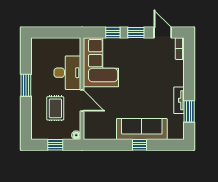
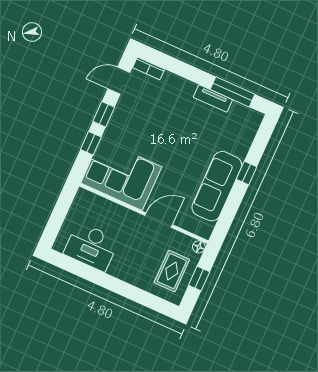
desk: (67, 73) -> (91, 247), moved, turned 180
window: (26, 85) -> (108, 282), removed
rug: (55, 108) -> (172, 271), moved, turned 90
window: (189, 111) -> (233, 92), width x1.44
sofa: (142, 129) -> (217, 186), moved

